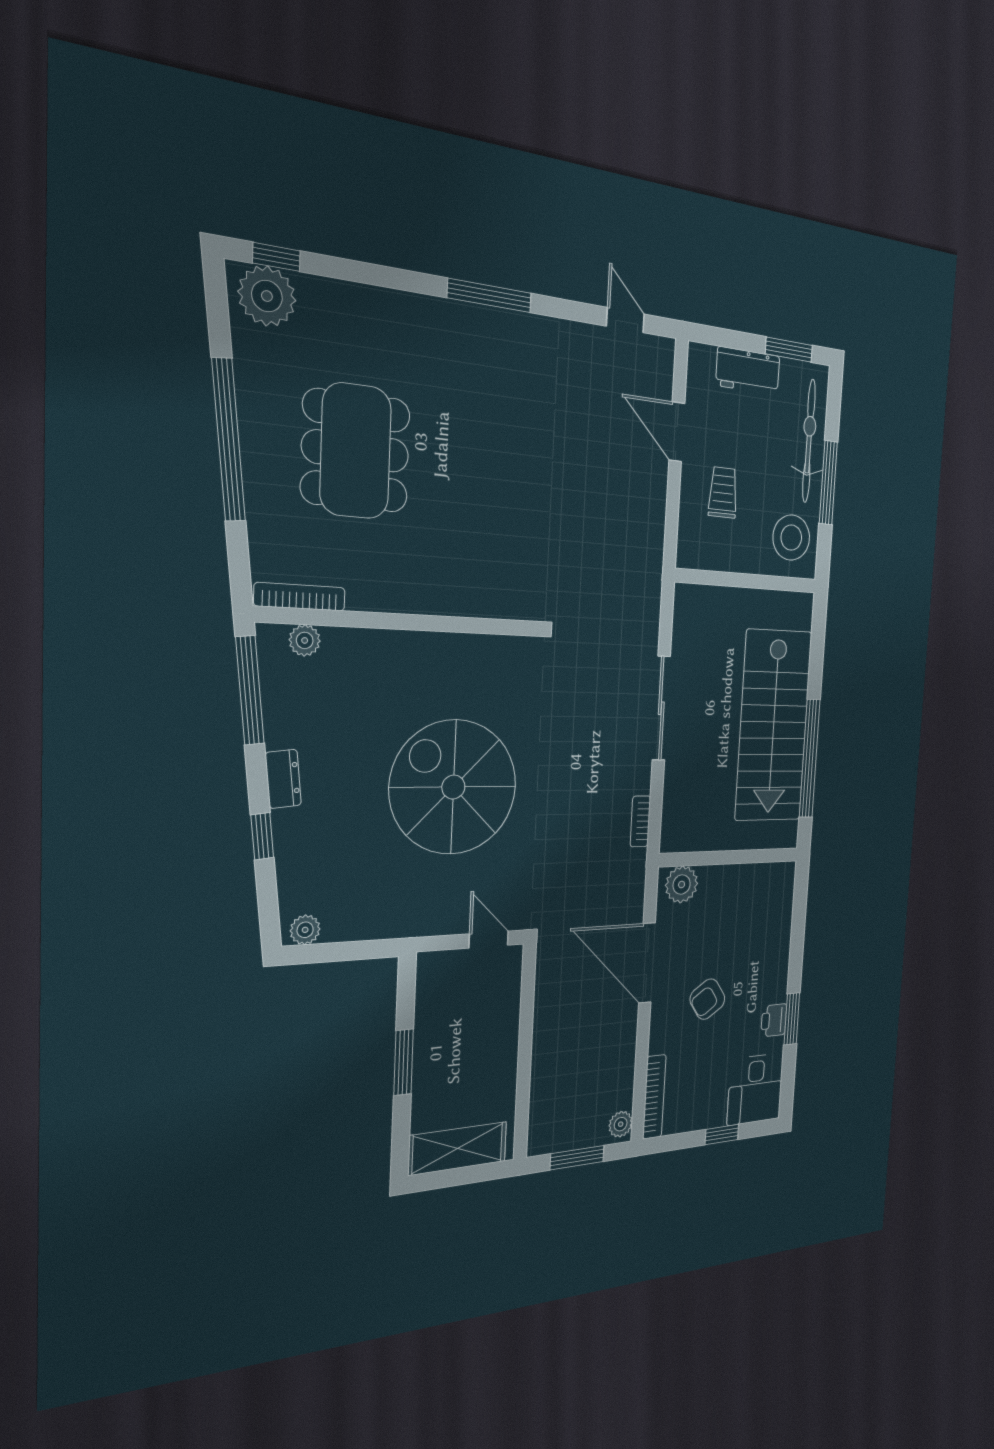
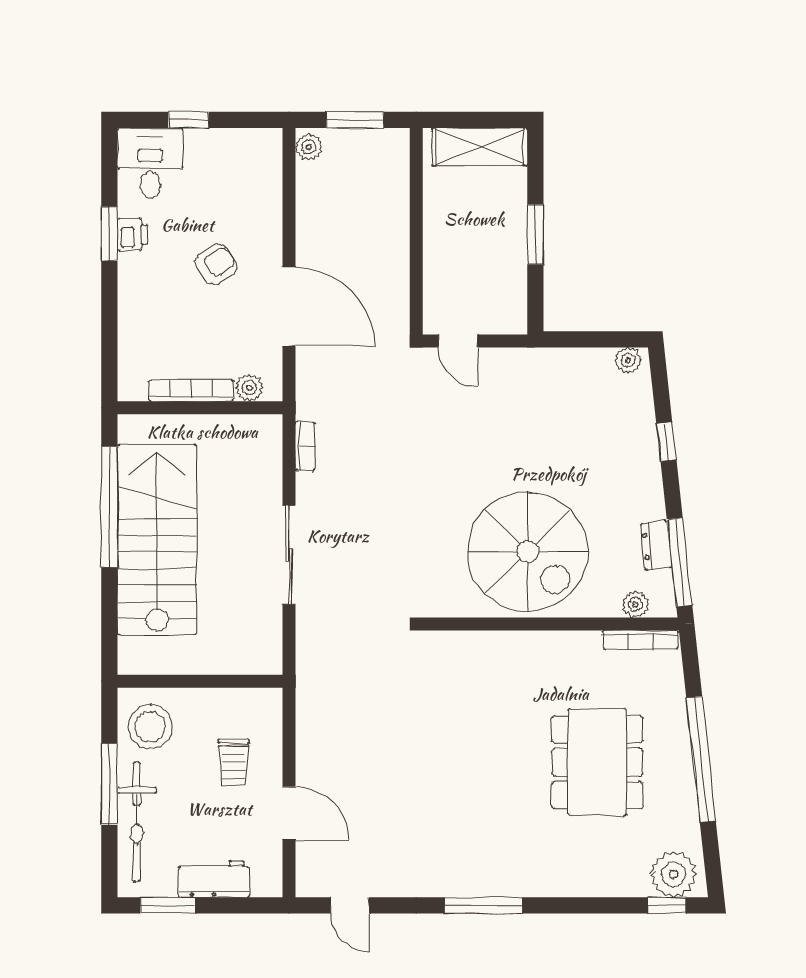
dresser: (283, 779) -> (656, 546), moved
spiral stairs: (453, 787) -> (528, 552), moved
plant: (682, 884) -> (249, 388), width x0.73, depth x0.73
bookcase: (654, 1097) -> (191, 391), moved, turned 90

